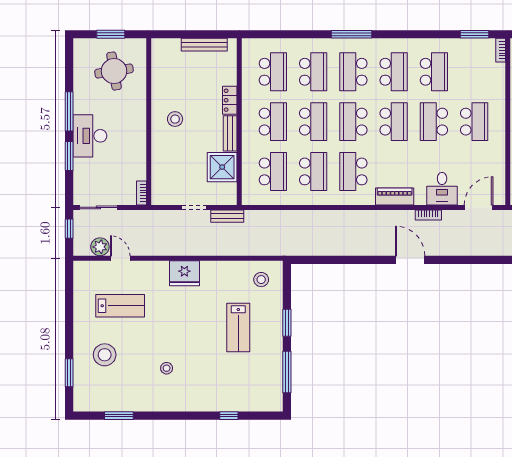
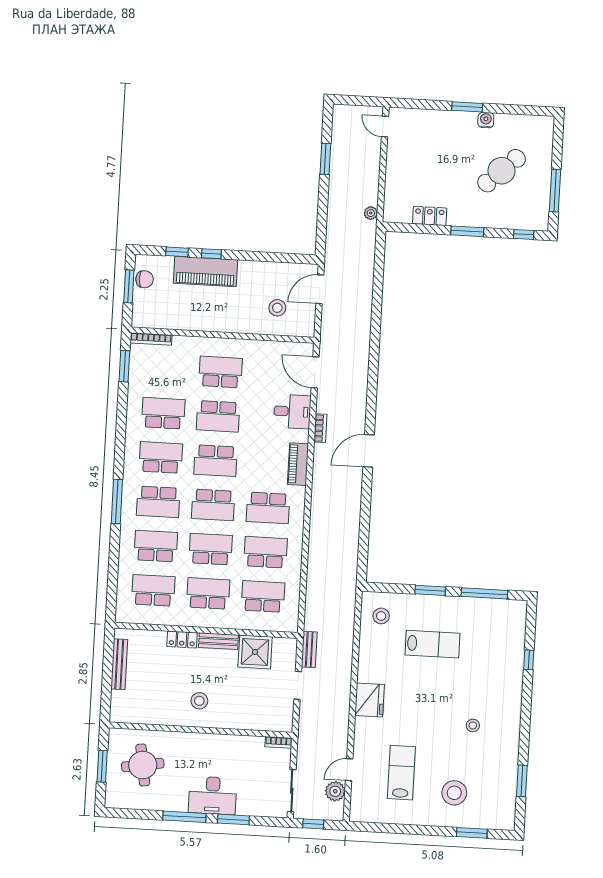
bookcase: (501, 50) -> (151, 339), width x1.56
school desk: (394, 122) -> (216, 461), turned 180

